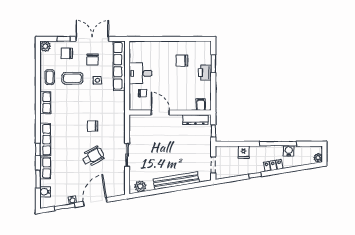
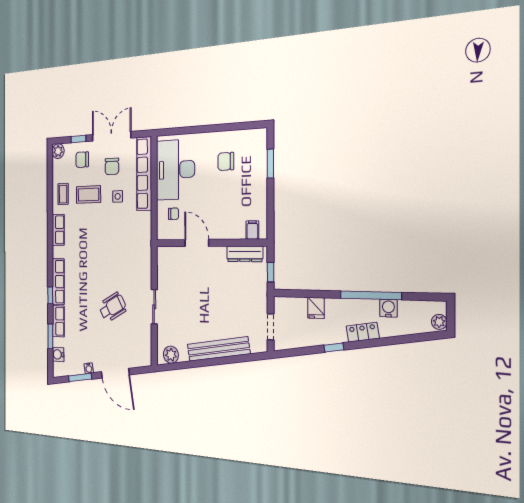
desk: (141, 73) -> (175, 170), width x1.87, depth x1.30
printer: (205, 73) -> (258, 179), removed
chair: (93, 126) -> (112, 263), removed
door: (95, 202) -> (115, 373), swing flipped

